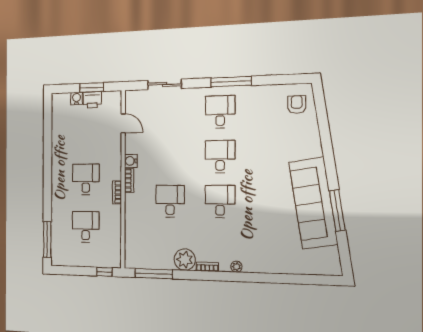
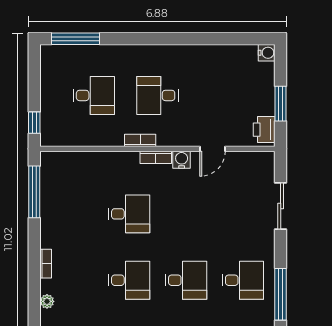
water cooler: (77, 98) -> (267, 53), moved
printer: (92, 100) -> (264, 130), moved
door: (123, 123) -> (213, 149), moved
desk: (86, 179) -> (157, 95), turned 180
plant: (185, 260) -> (54, 234), removed

